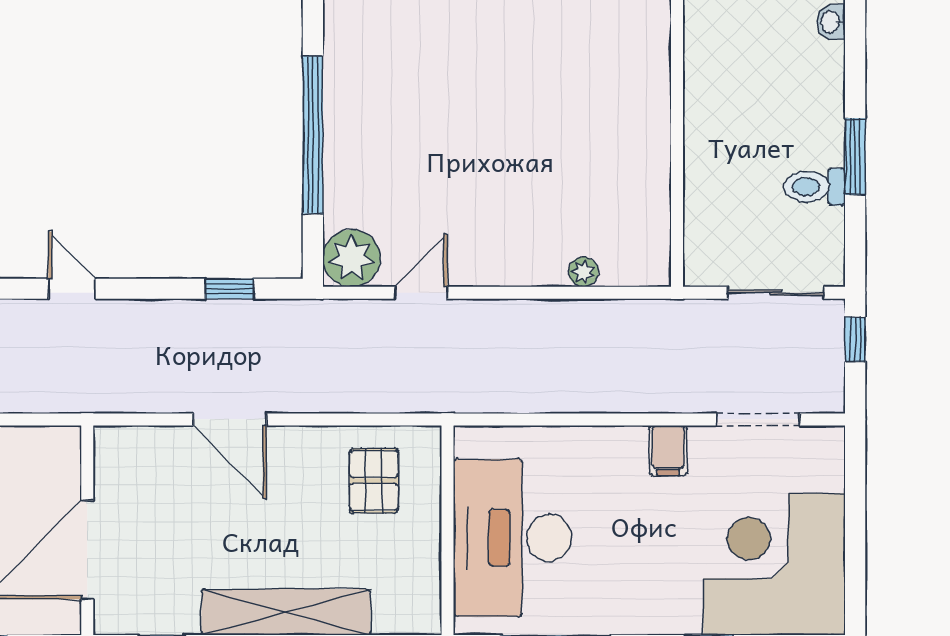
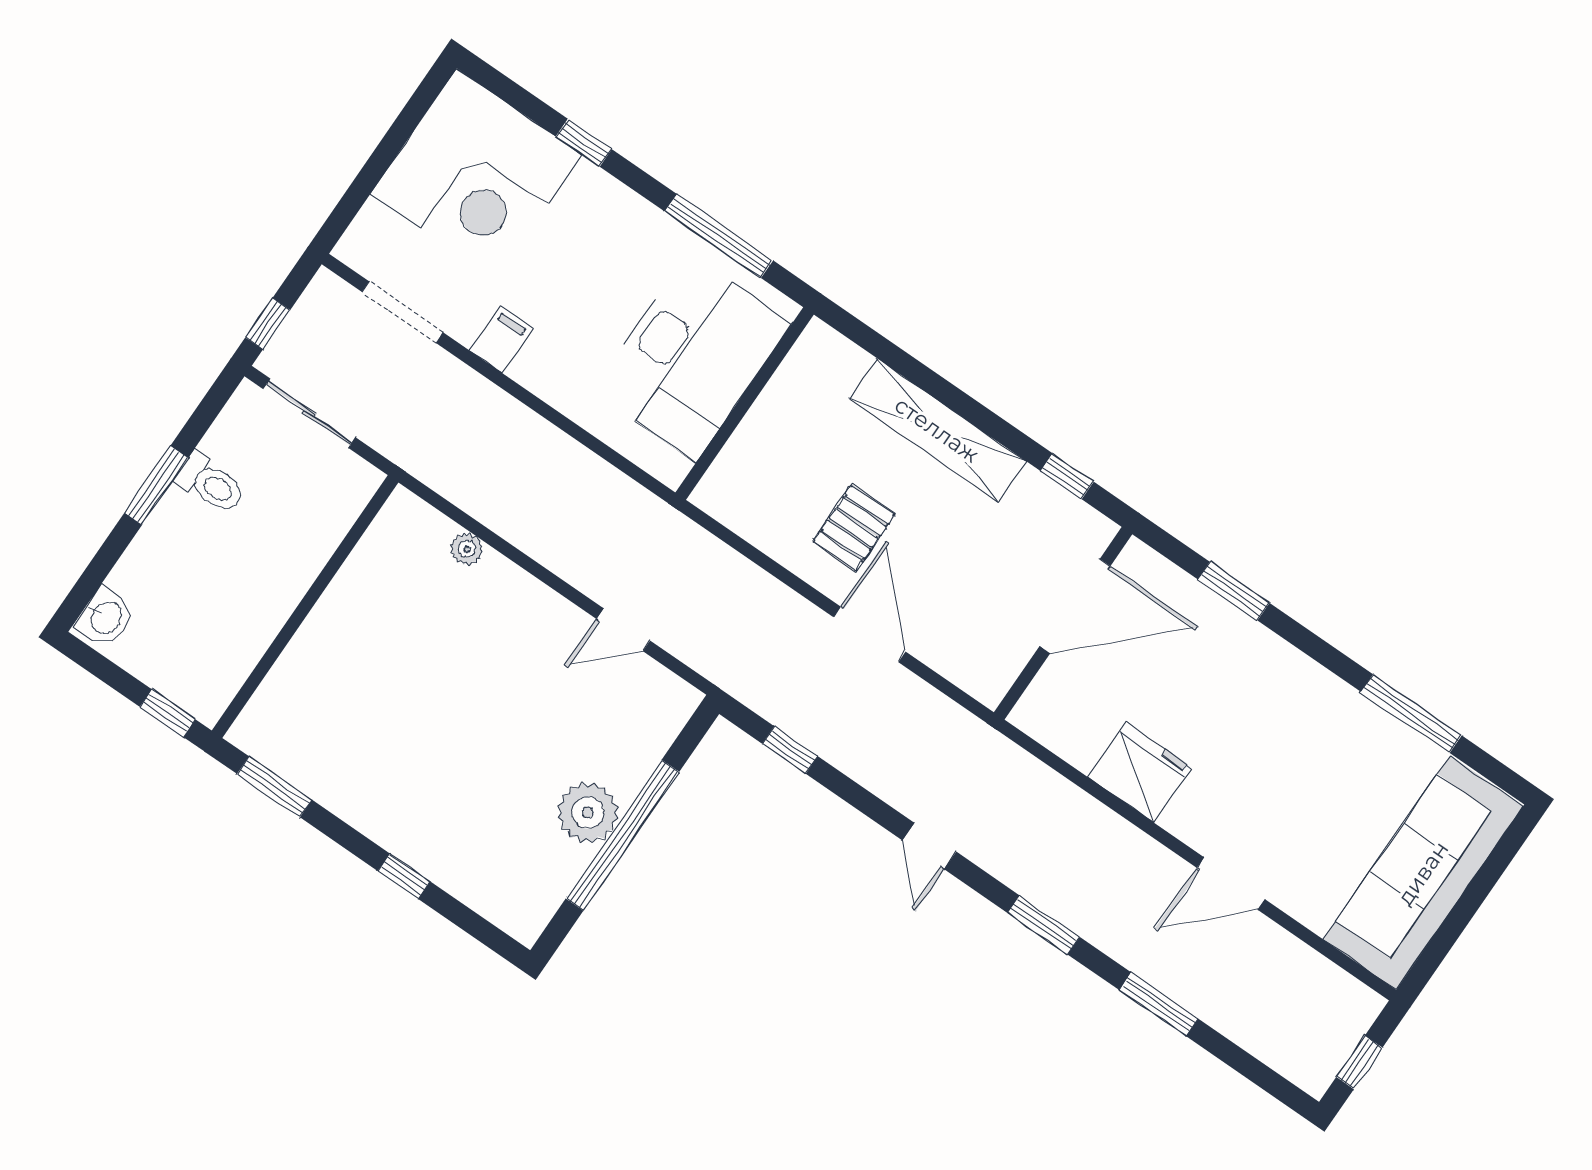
washbasin: (831, 22) -> (105, 617), width x1.38, depth x1.45
plant: (351, 258) -> (588, 812), moved
pallet: (374, 481) -> (854, 528), moved

